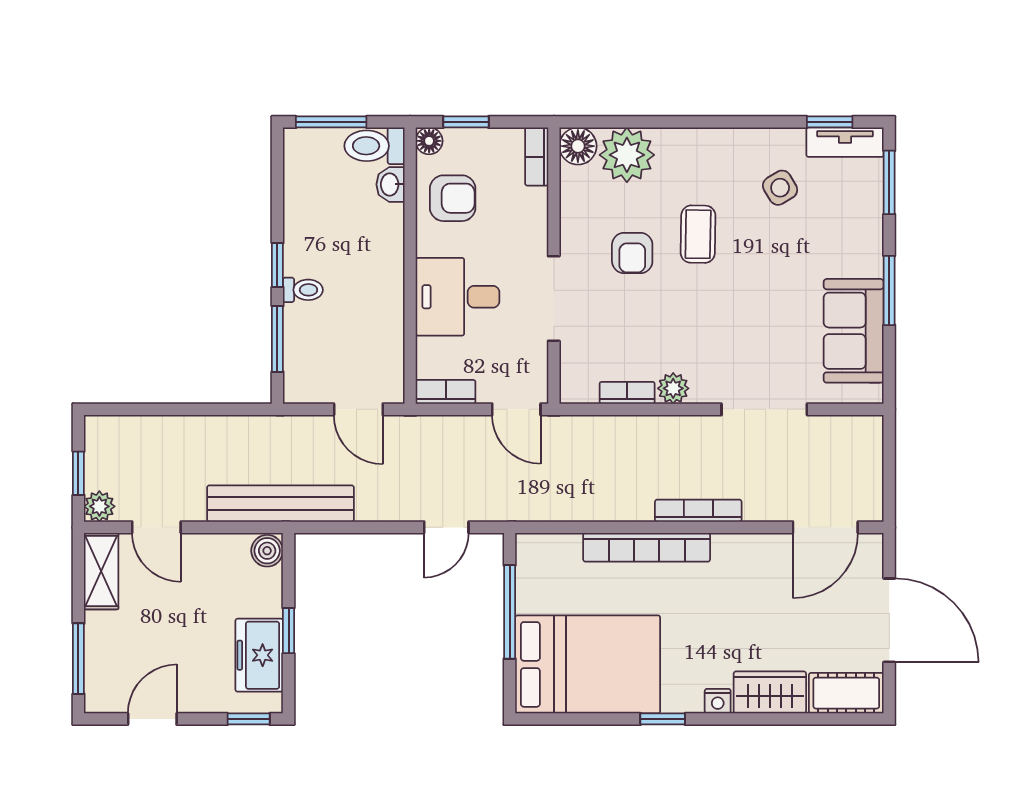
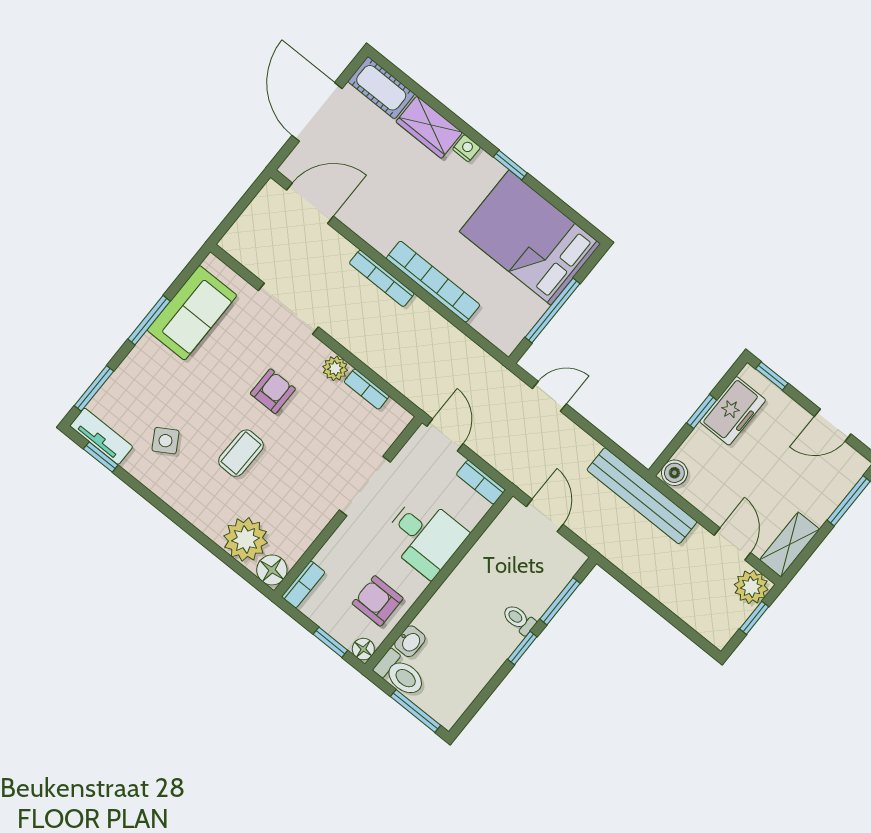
armchair: (632, 253) -> (273, 391), moved
plant: (99, 506) -> (751, 587), width x1.38, depth x1.38

